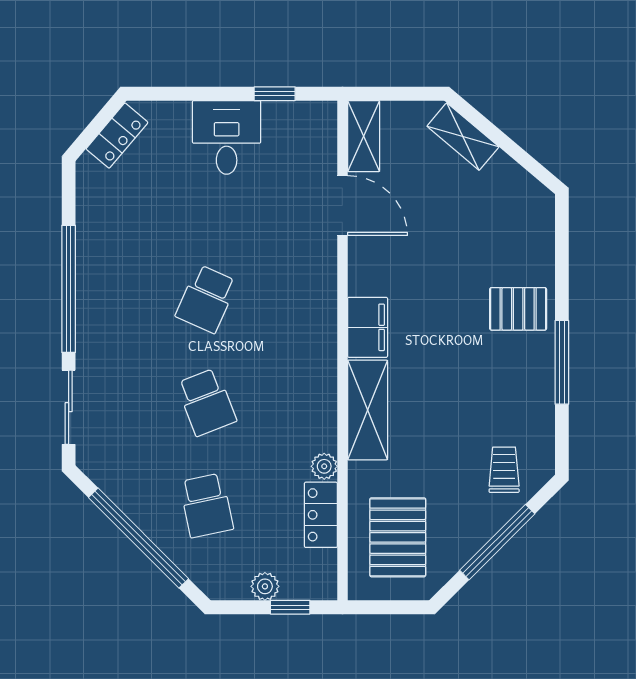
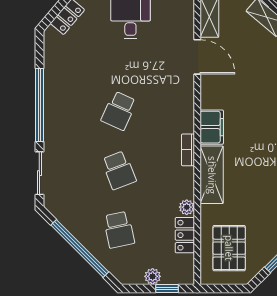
bookcase: (326, 367) -> (188, 150), added

